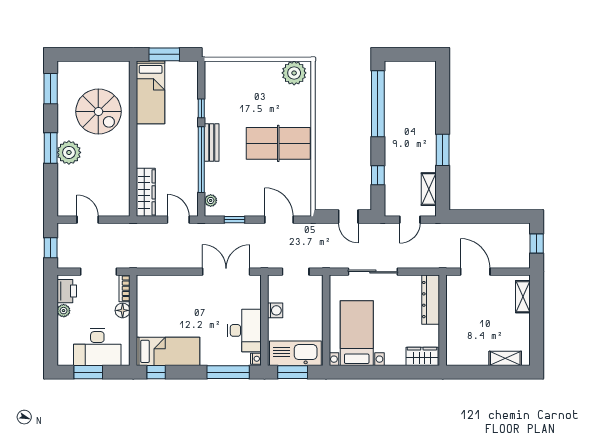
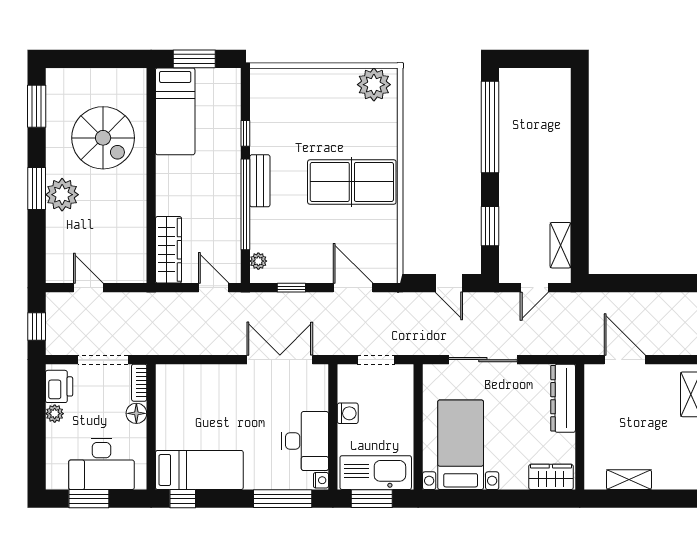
window: (443, 150) -> (580, 191), removed
window: (378, 175) -> (490, 226), width x1.50
shelving: (505, 358) -> (629, 480), moved

